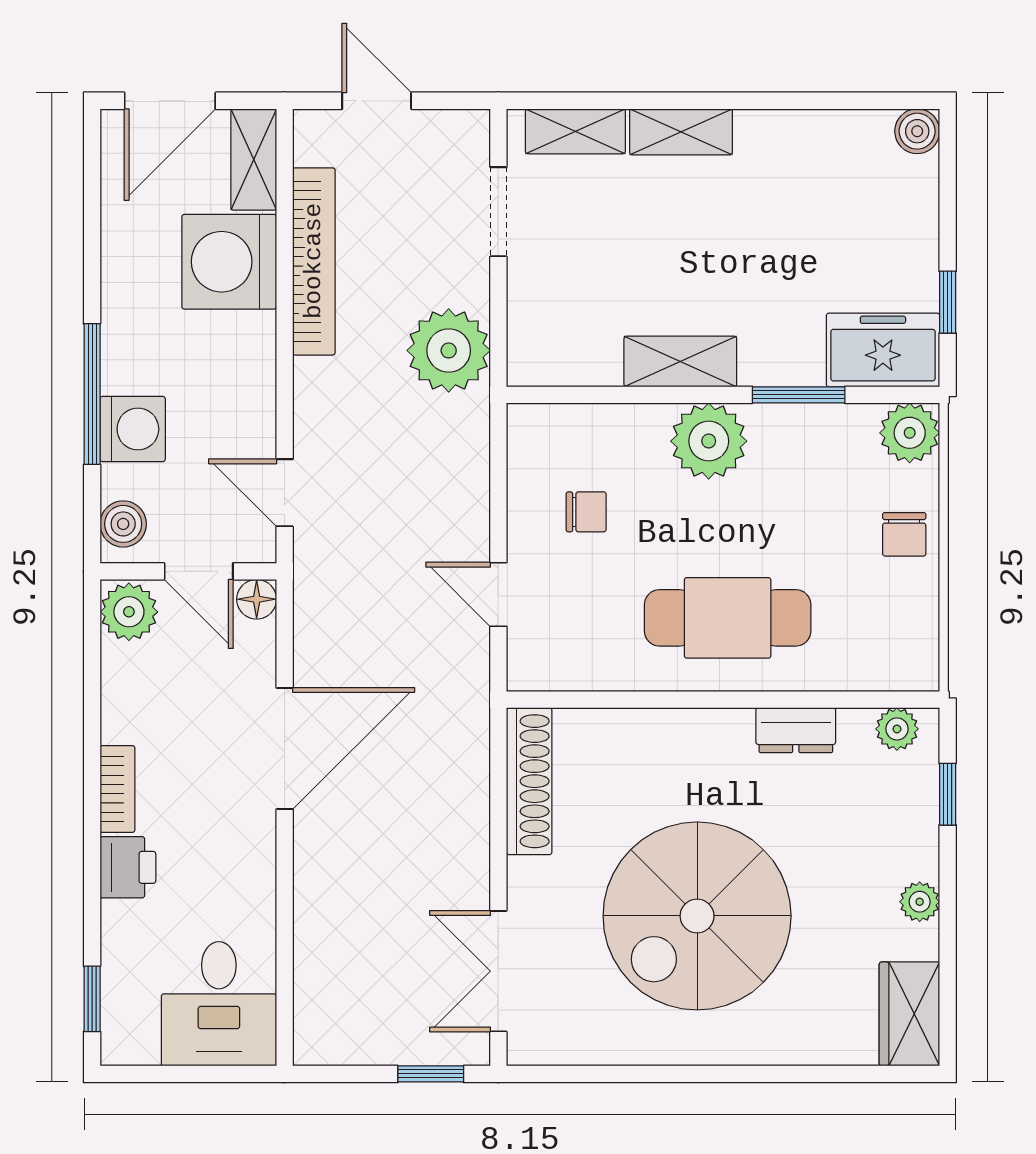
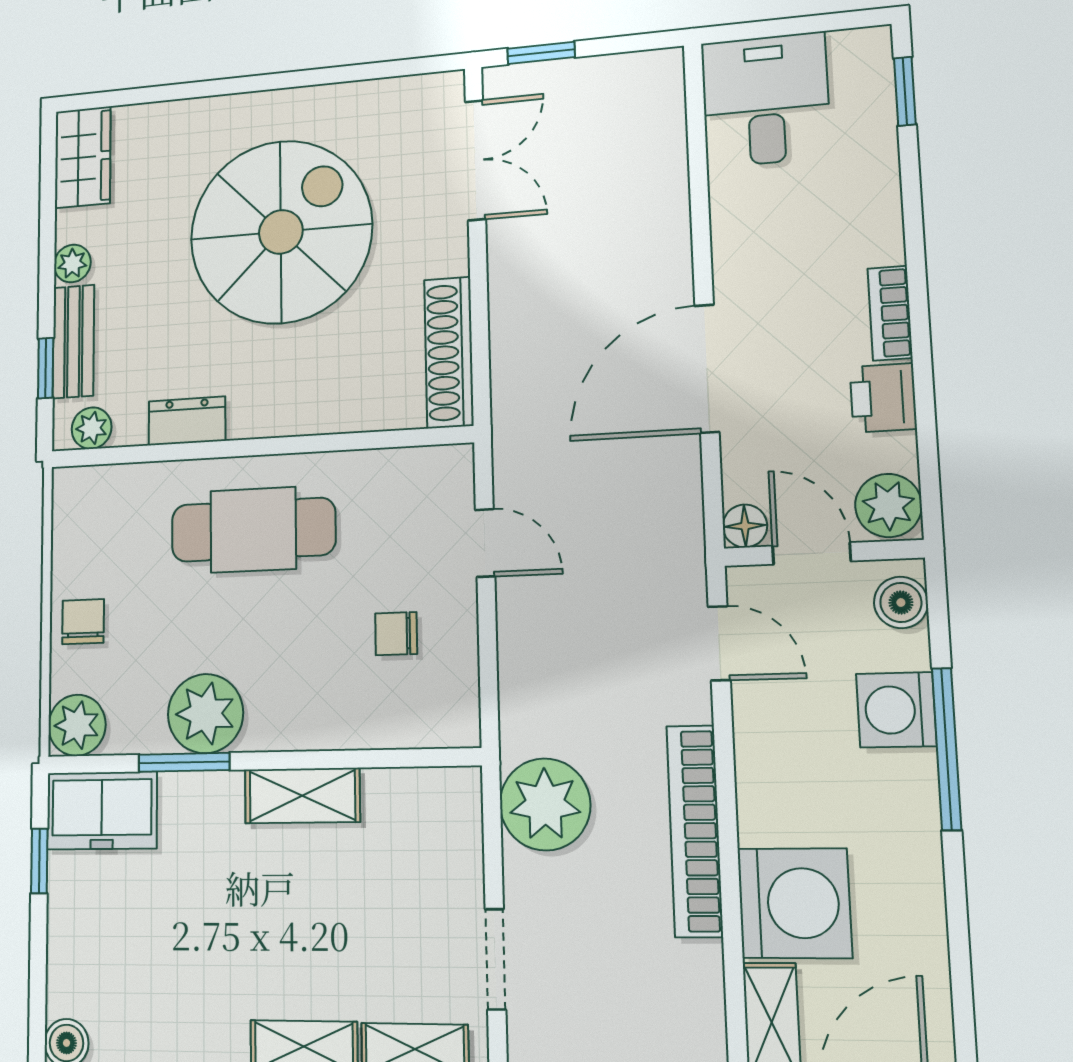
bookcase: (314, 261) -> (695, 831), moved
plant: (709, 441) -> (205, 714), moved
bench: (918, 820) -> (73, 342), added
printer: (128, 867) -> (883, 398), moved

